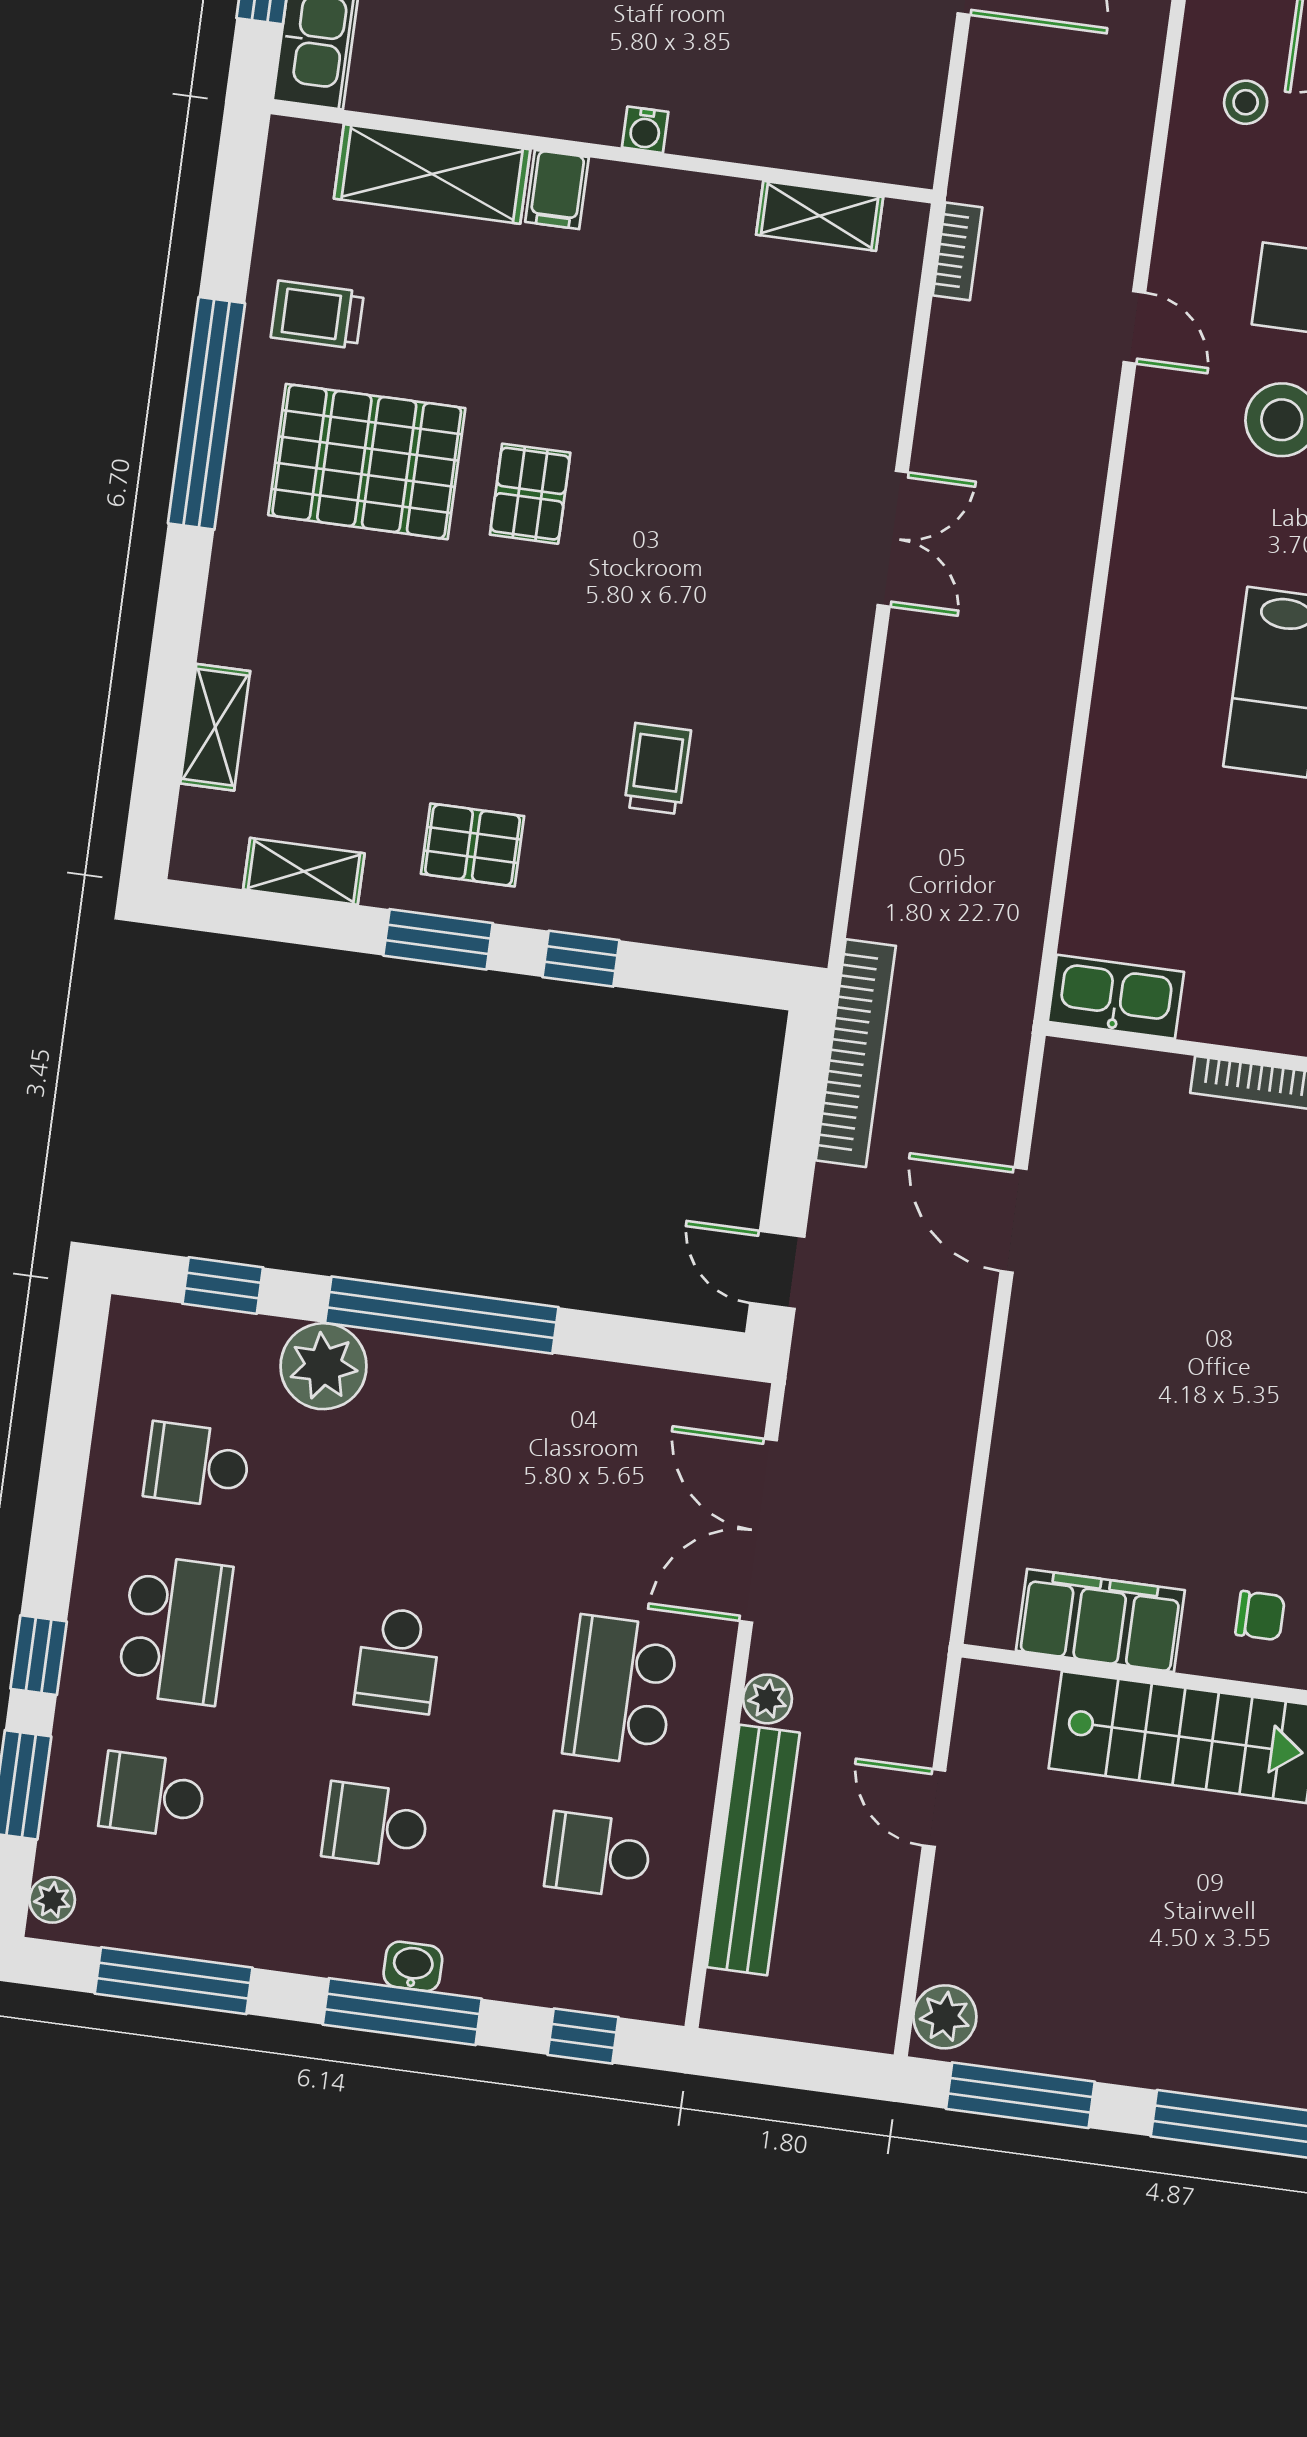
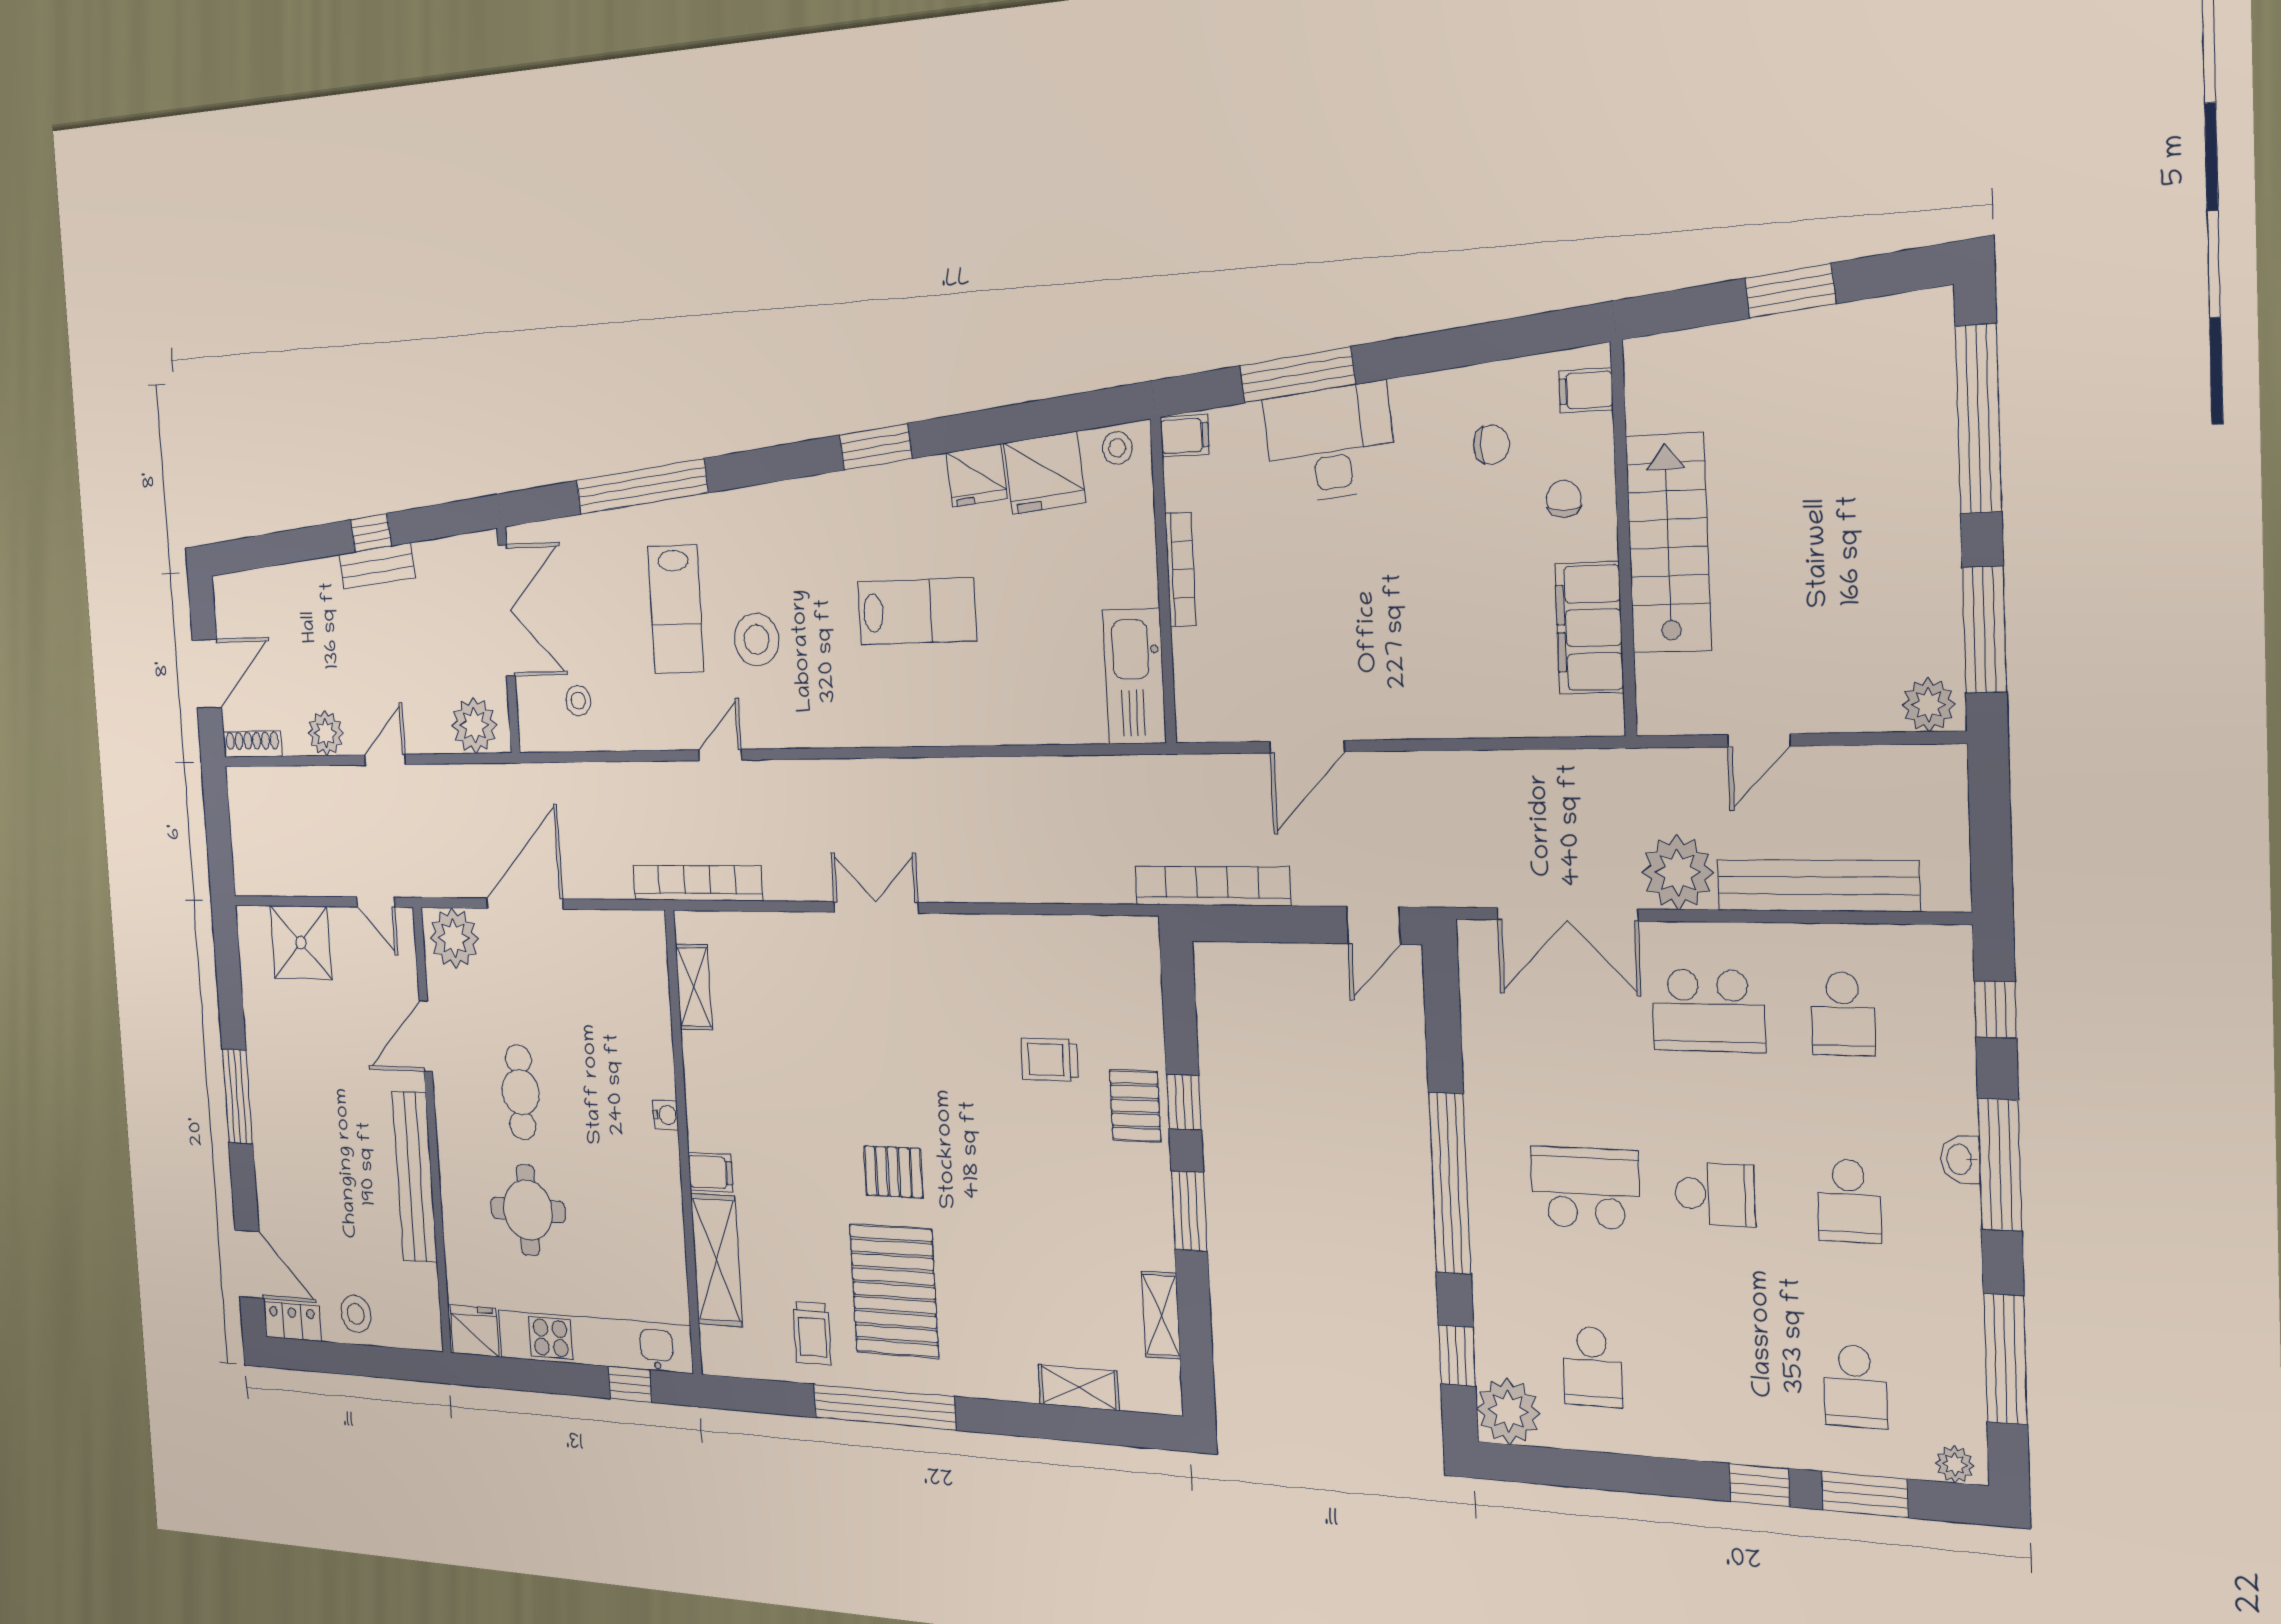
bookcase: (958, 251) -> (697, 883), width x2.31, depth x1.31
pallet: (472, 845) -> (1135, 1106), moved
kitchen sink: (1116, 997) -> (1134, 676), width x1.36, depth x1.24
plant: (323, 1366) -> (1508, 1411), moved
school desk: (175, 1630) -> (1585, 1188), moved
plant: (767, 1699) -> (1678, 872), width x1.88, depth x1.88

